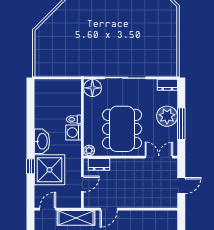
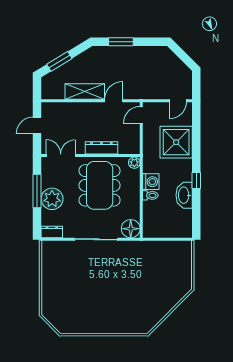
washbasin: (42, 141) -> (184, 195), moved
double door: (159, 157) -> (61, 156), swing flipped
dresser: (99, 164) -> (101, 148), moved, width x1.44
window: (30, 166) -> (196, 180), moved
door: (82, 184) -> (141, 115), moved
shelving: (76, 218) -> (85, 92), moved

